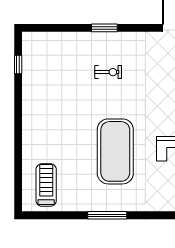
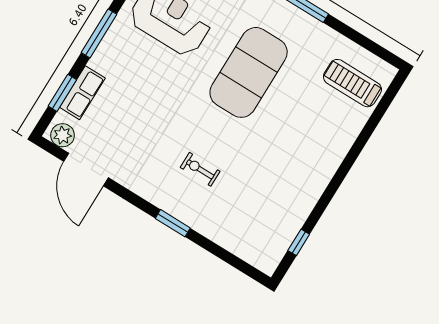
treadmill: (46, 185) -> (352, 83), turned 90

